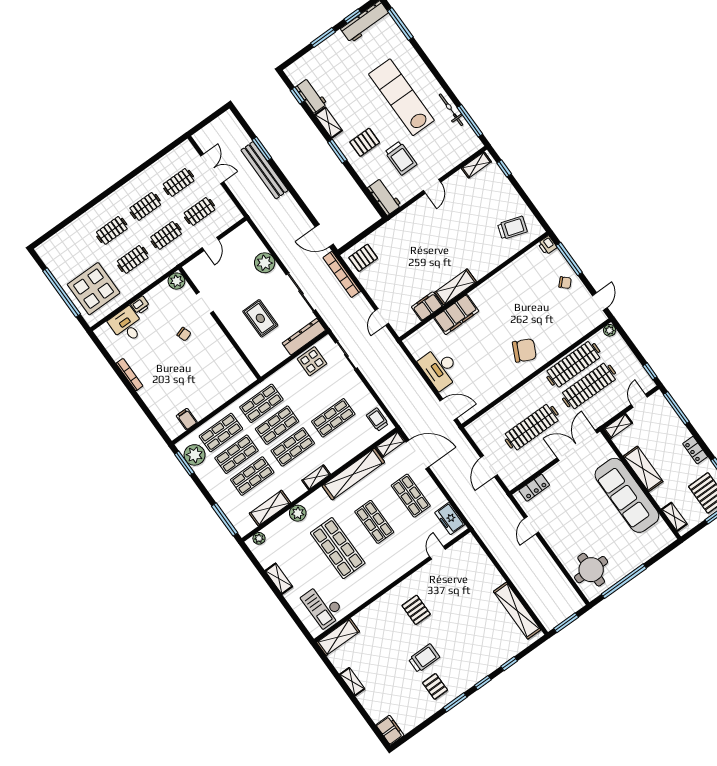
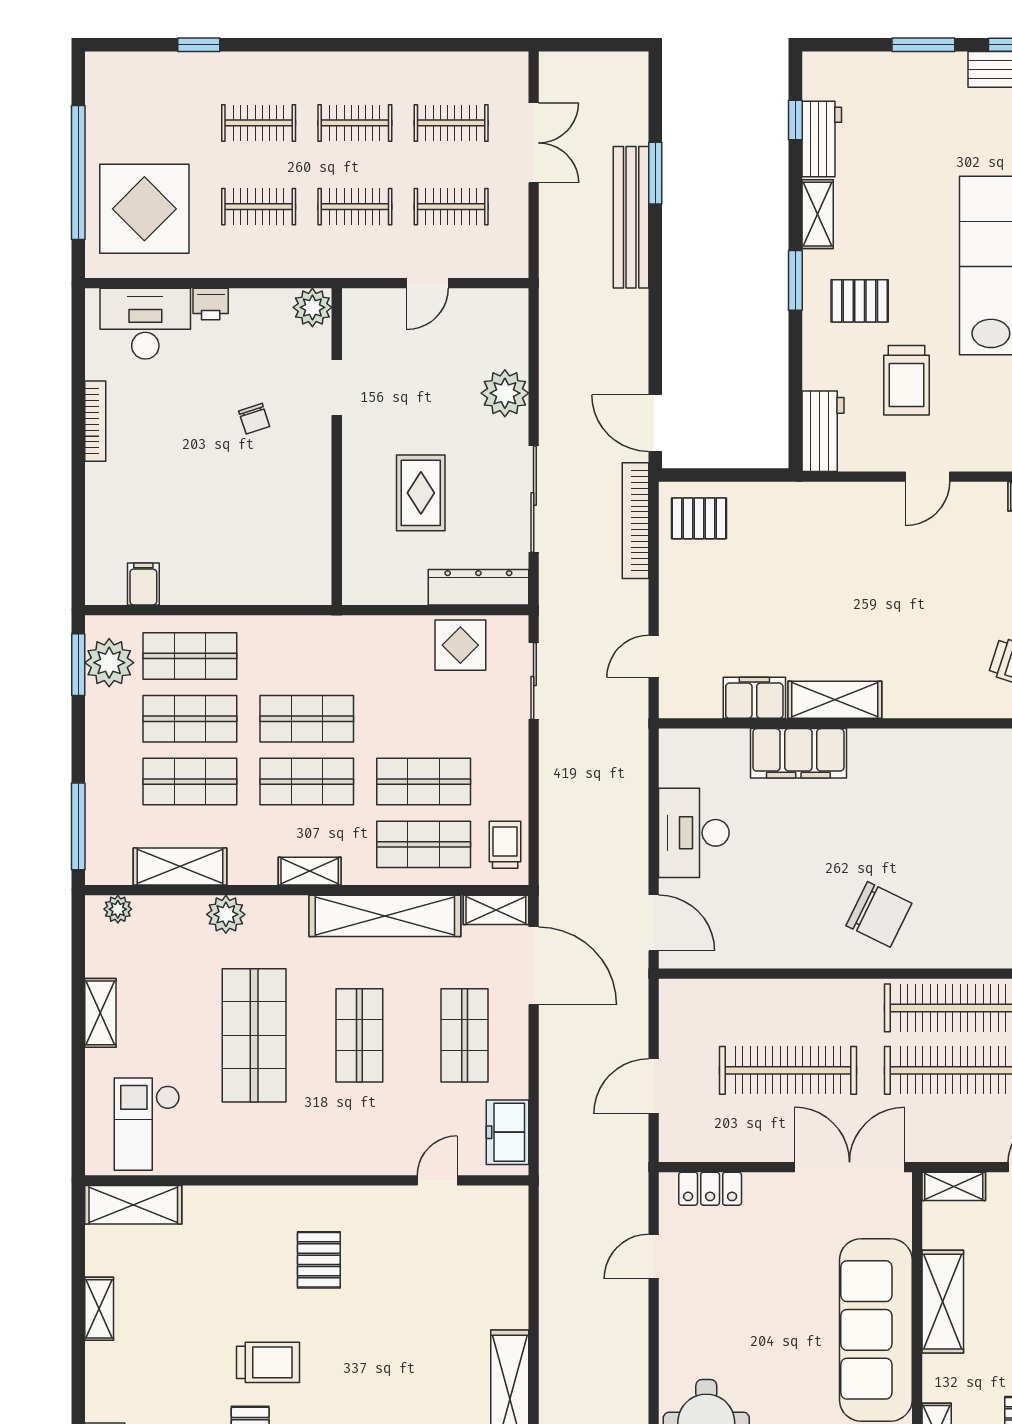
window: (72, 218) -> (199, 45), added
desk: (127, 325) -> (145, 324), width x1.37
shop shelf: (261, 403) -> (424, 844), moved

